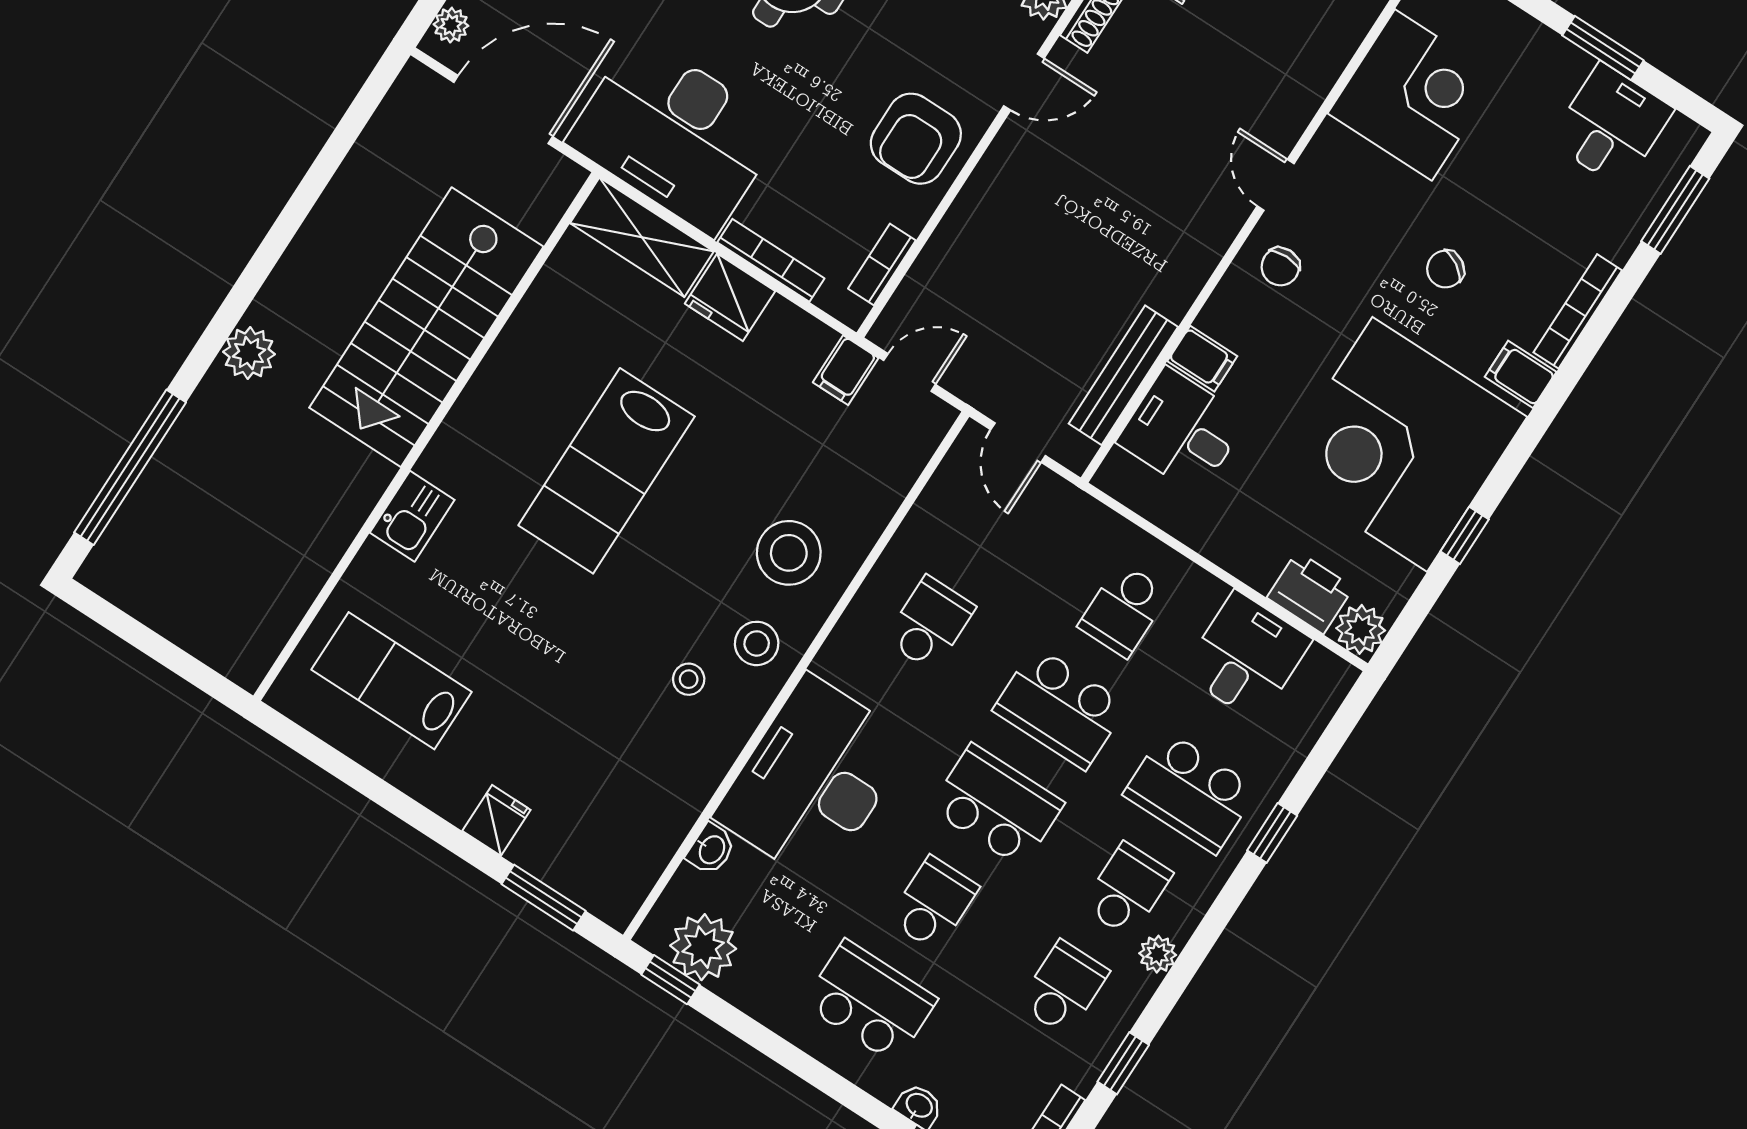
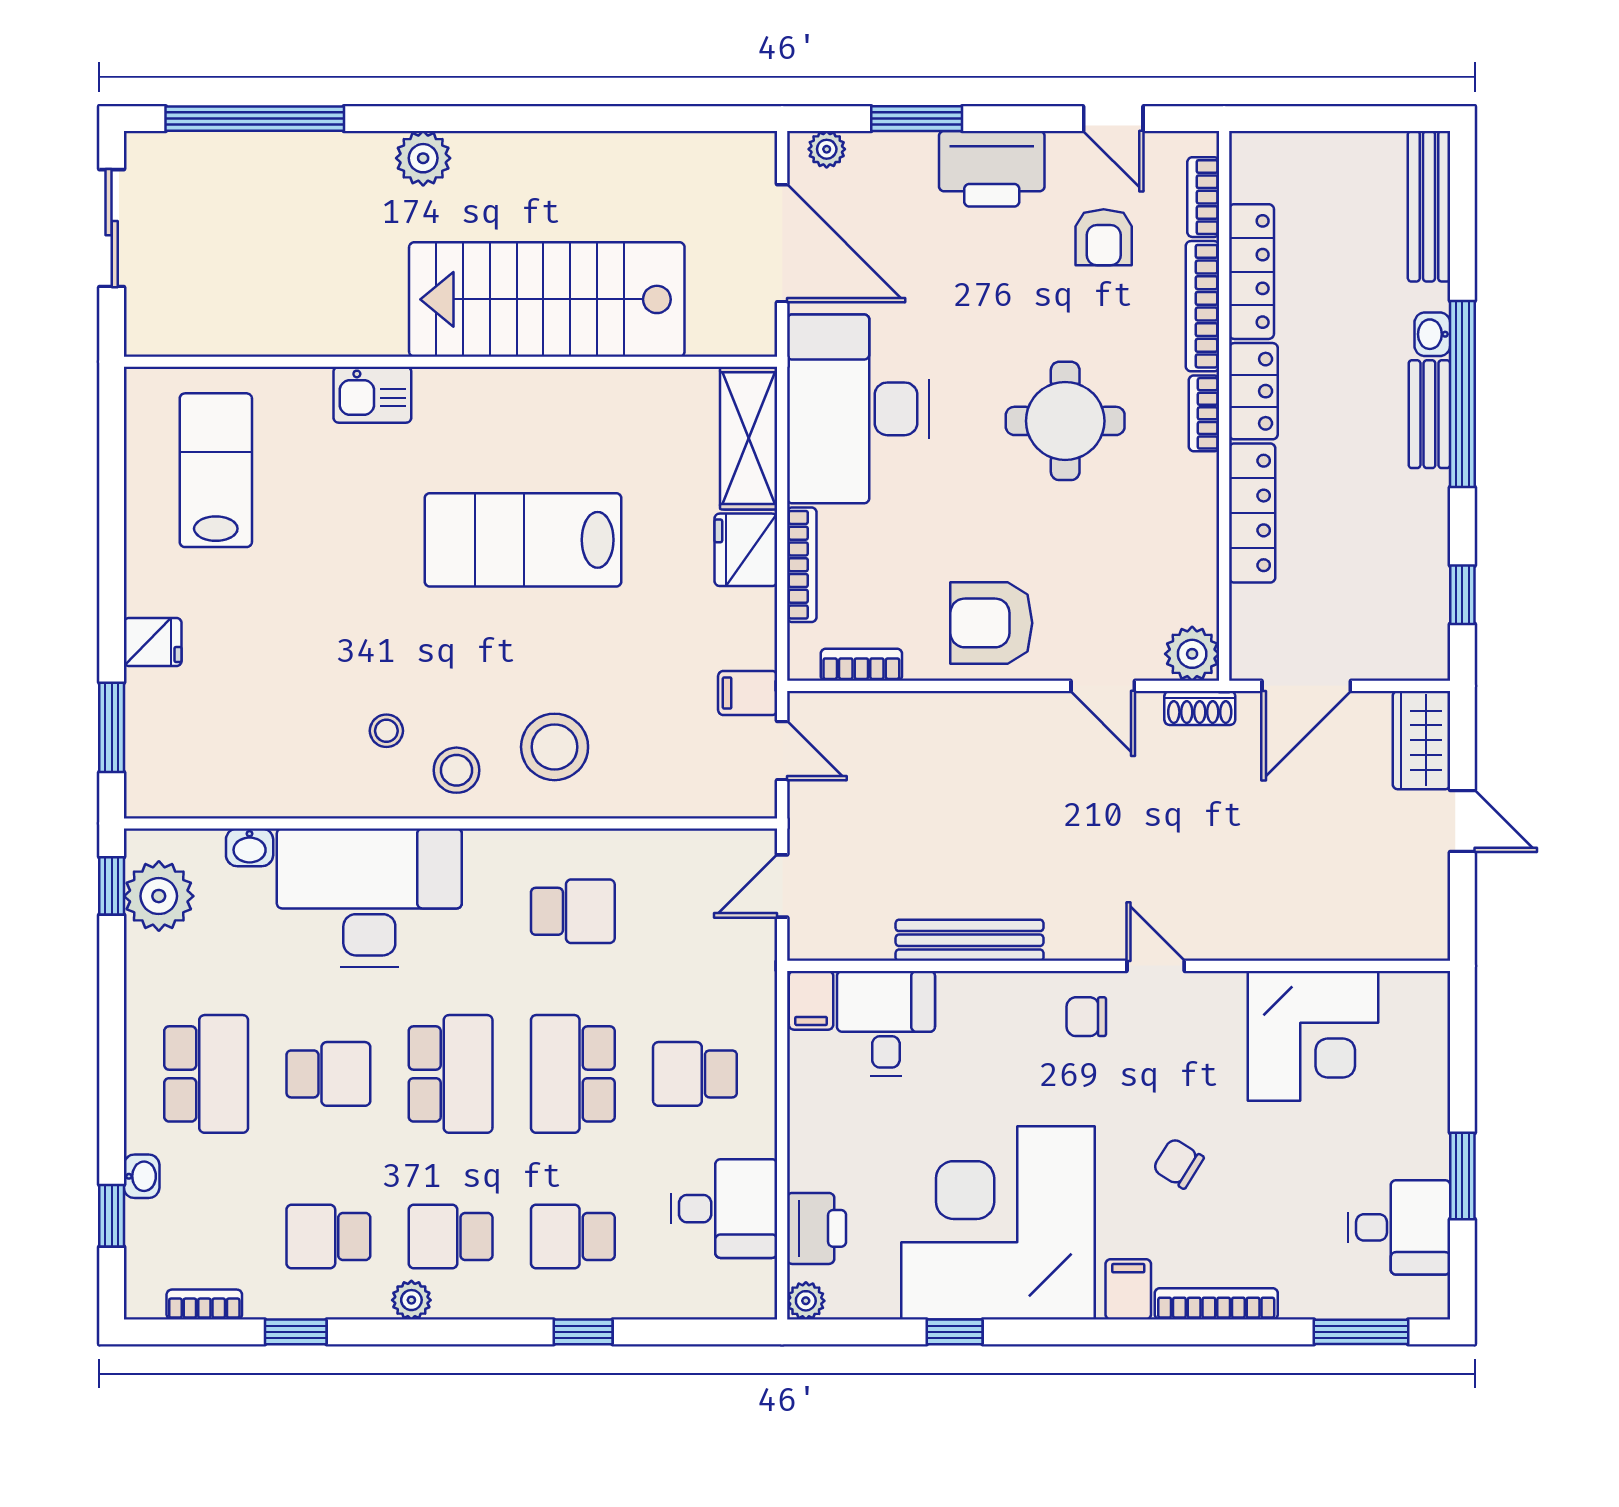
door: (1276, 185) -> (1156, 966), hinge flipped
filing cabinet: (1202, 359) -> (811, 1000), moved
bench: (1123, 375) -> (970, 940), moved
plant: (1361, 629) -> (806, 1301), width x0.73, depth x0.73
sliding door: (144, 639) -> (112, 228), added
school desk: (1190, 792) -> (573, 1237), width x0.54
school desk: (1127, 890) -> (451, 1237), turned 180
school desk: (1064, 988) -> (328, 1237), turned 180

